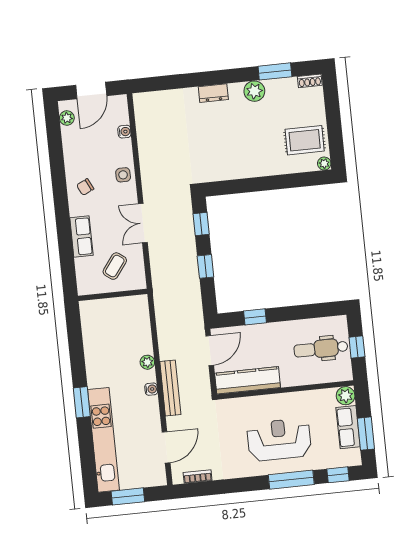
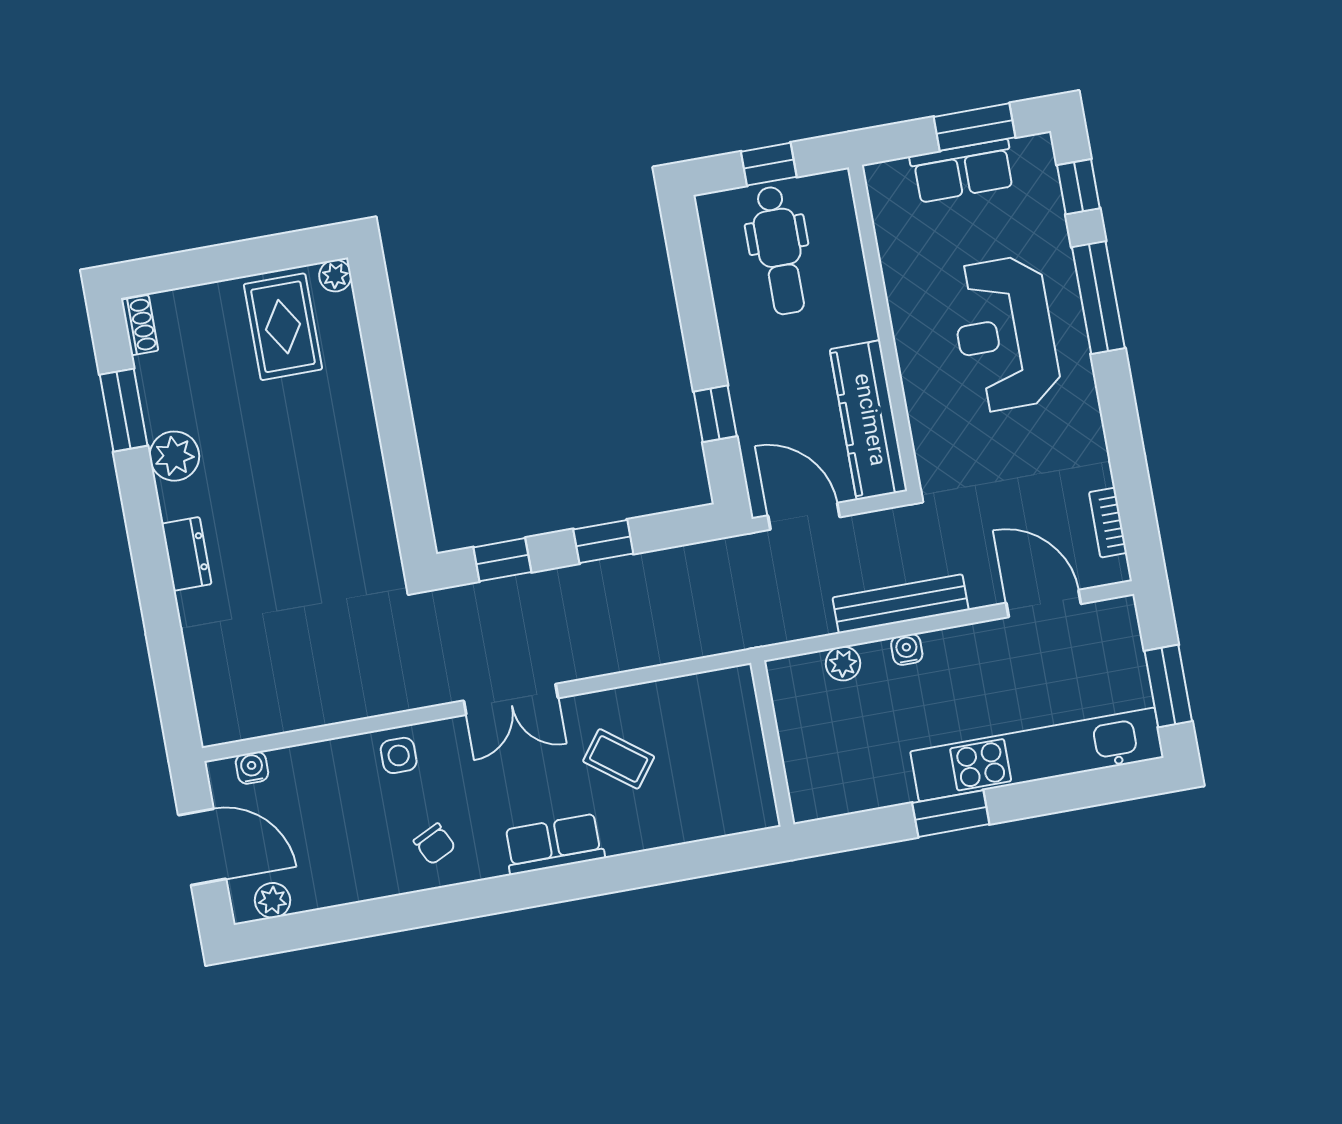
water cooler: (124, 132) -> (252, 768), moved
wall: (113, 295) -> (772, 744), moved
plant: (346, 396) -> (888, 183), removed

